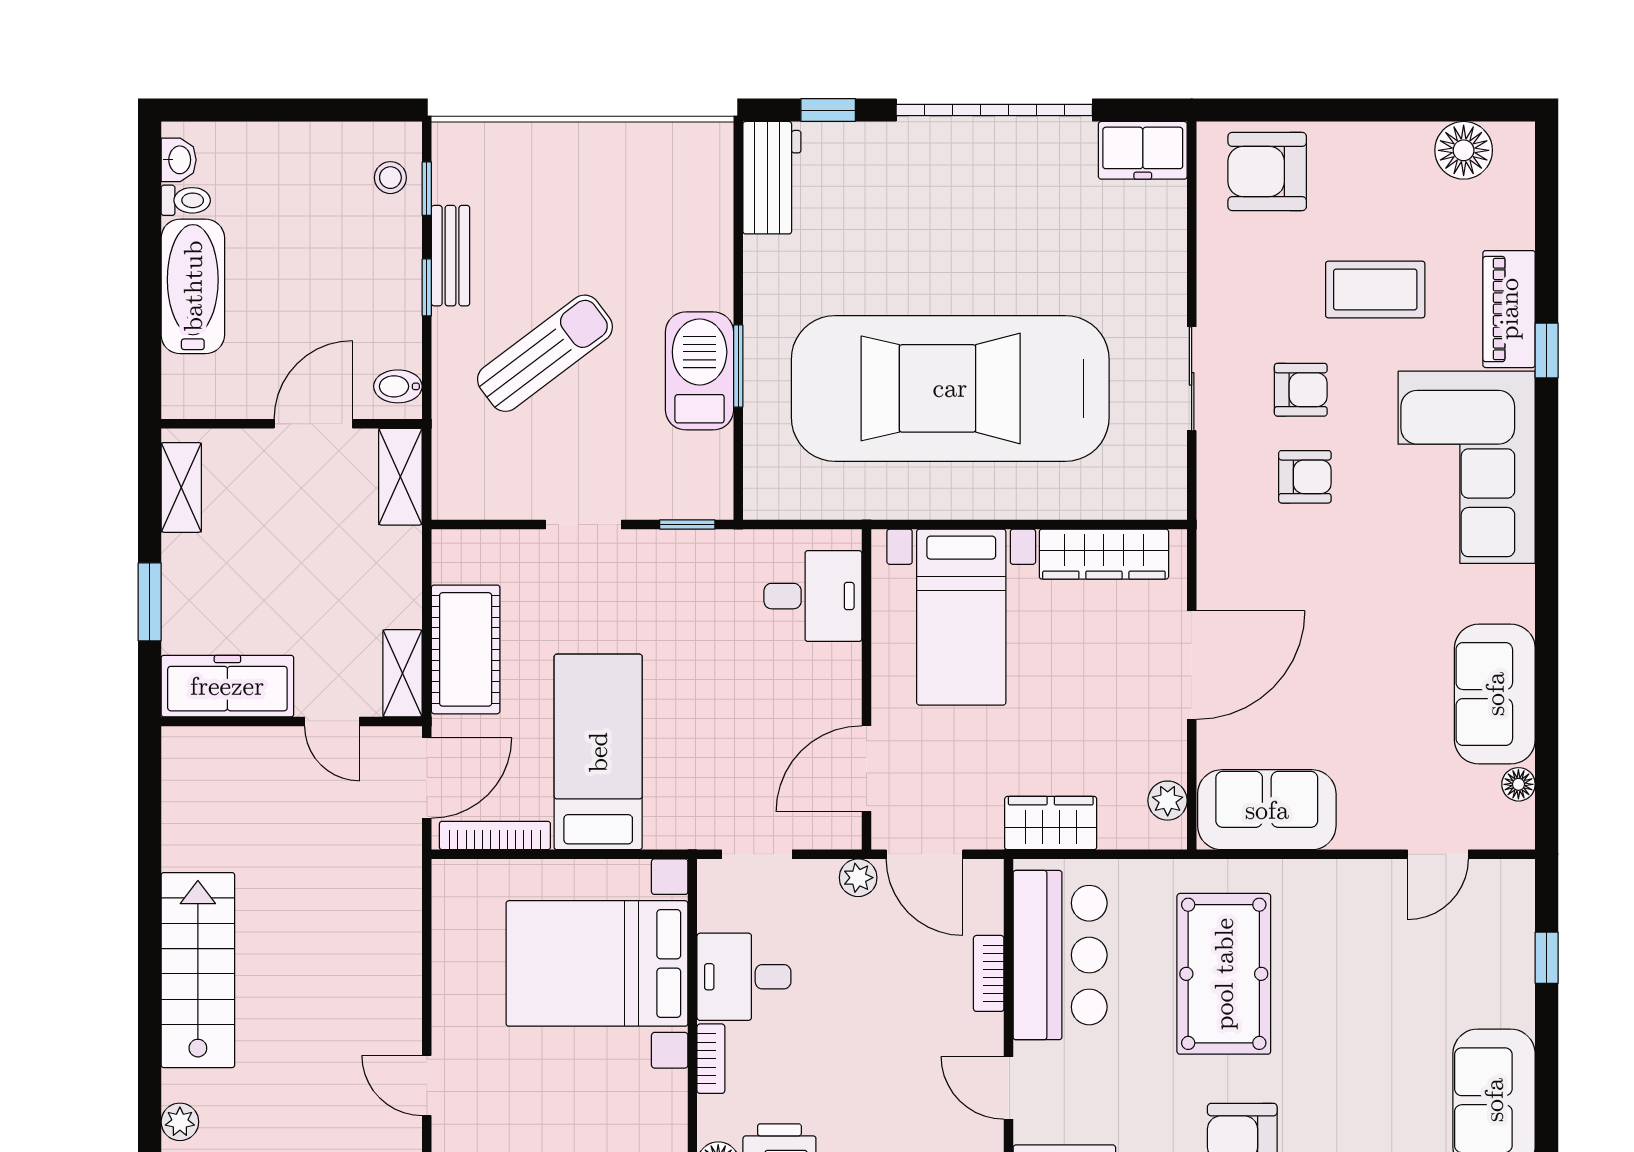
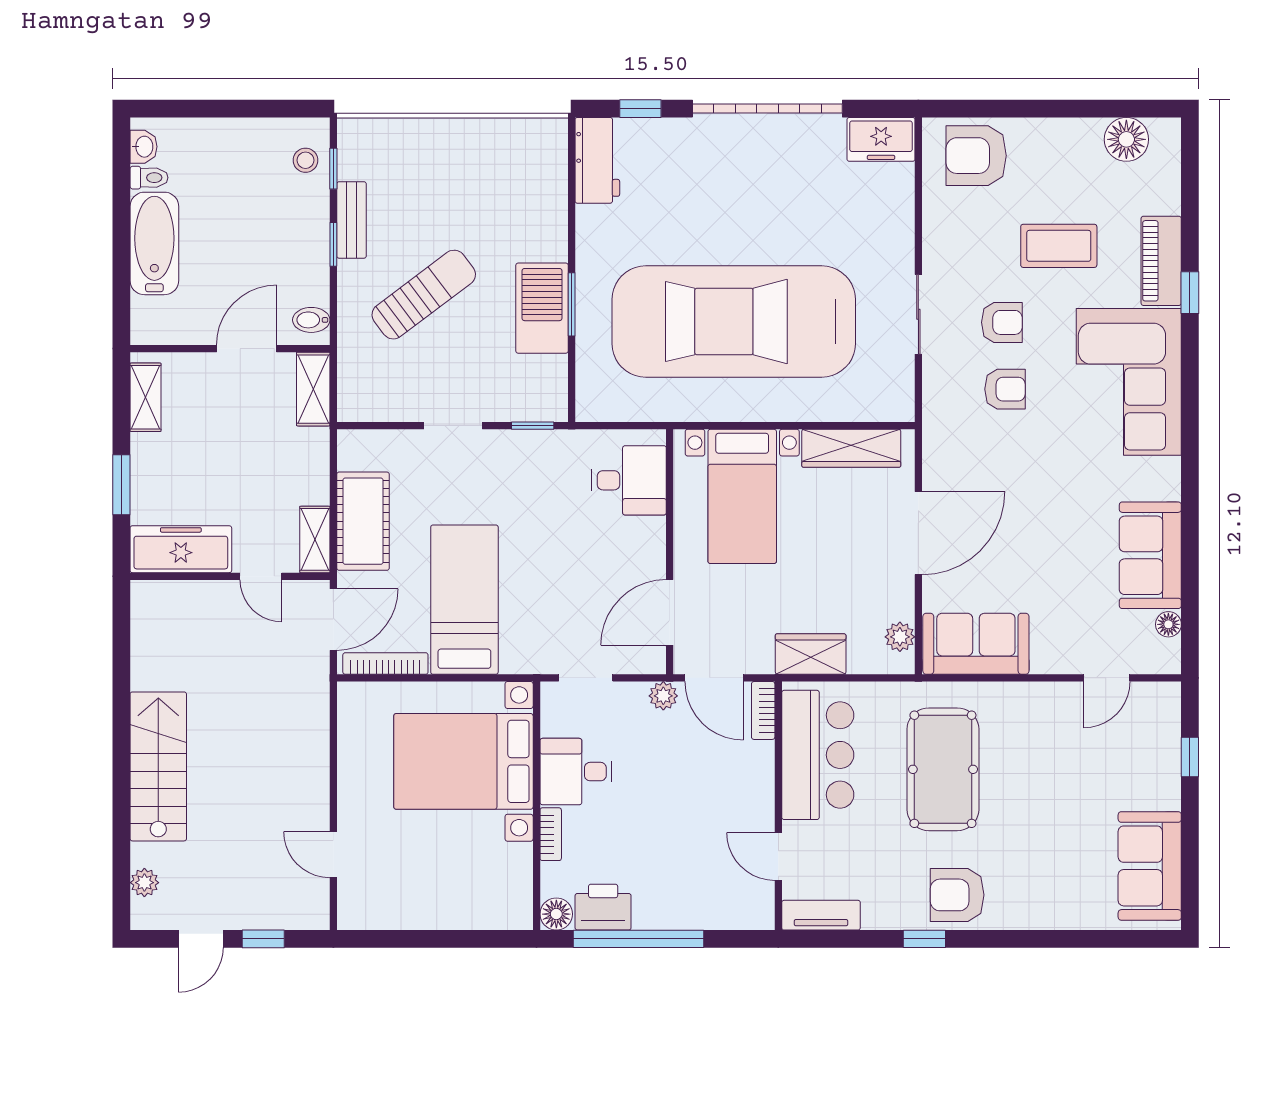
bookcase: (989, 973) -> (763, 710), moved

